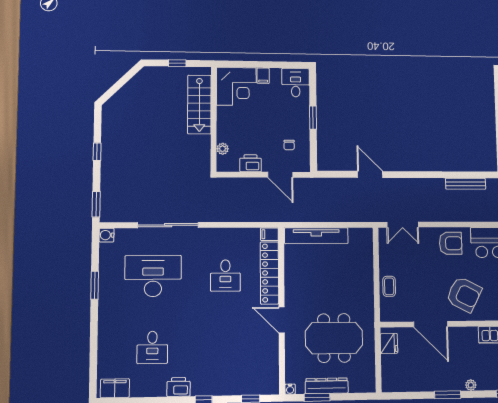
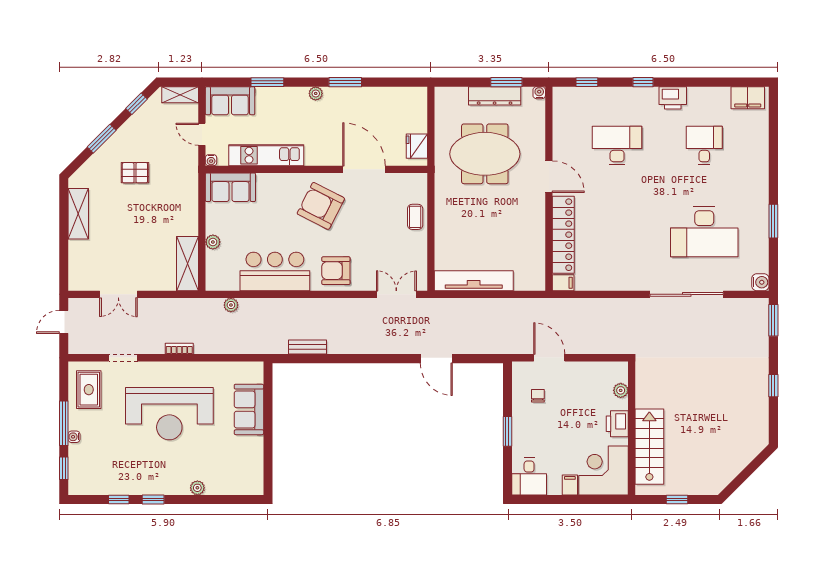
printer: (251, 163) -> (617, 424), moved, turned 90
bench: (466, 184) -> (307, 347), width x0.73
tv unit: (316, 236) -> (474, 281), moved
desk: (225, 276) -> (617, 146), moved, width x1.37

